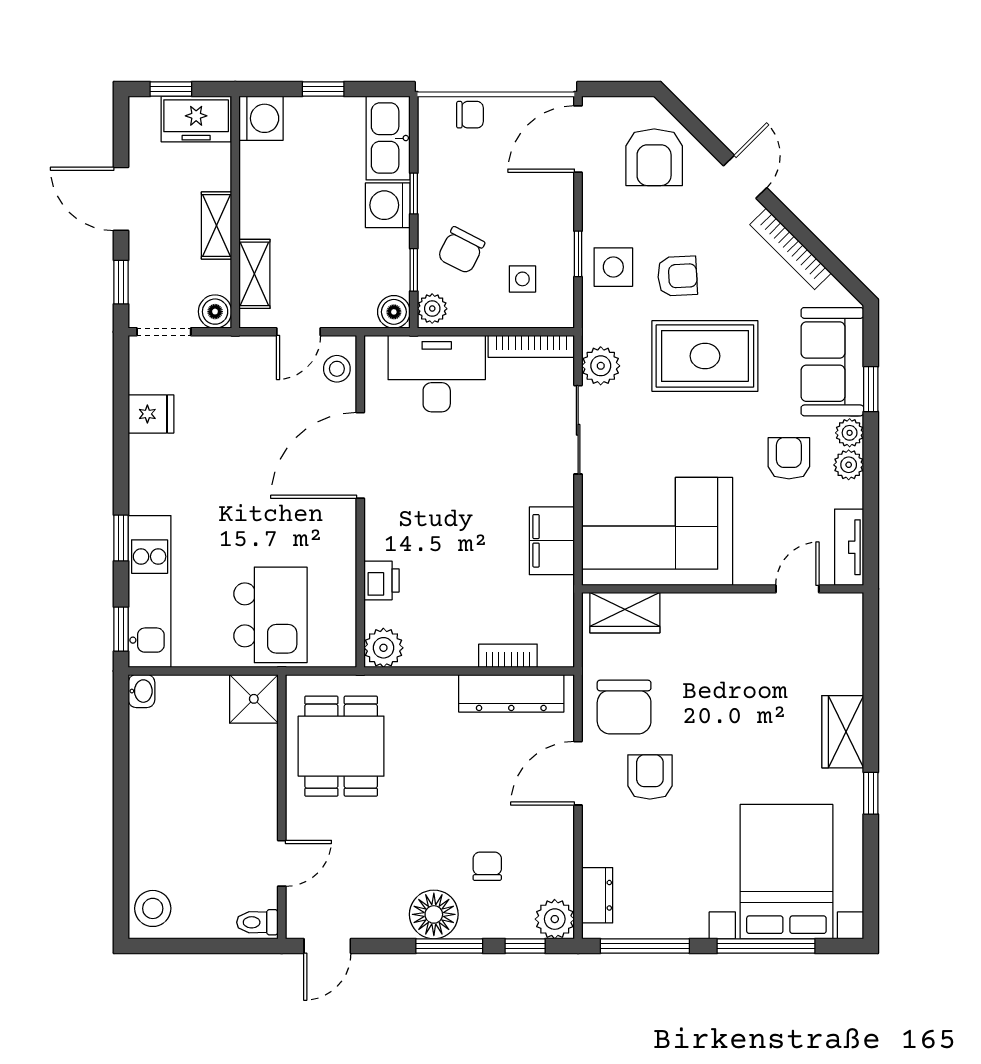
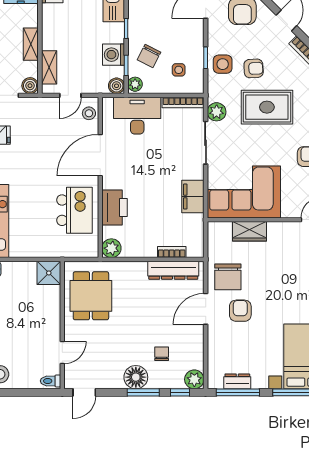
washing machine: (388, 205) -> (114, 55), moved
printer: (381, 580) -> (115, 207), width x1.87, depth x1.48
wardrobe: (625, 613) -> (249, 231), moved
kitchen island: (270, 615) -> (74, 210), moved
dresser: (597, 895) -> (237, 381), moved, turned -90

